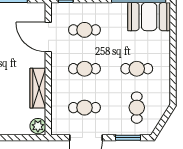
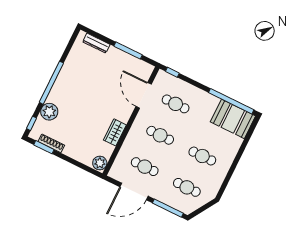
wardrobe: (38, 88) -> (115, 132), width x0.67
cafe table: (137, 108) -> (187, 187), turned 90
window: (128, 138) -> (168, 208), width x1.44

